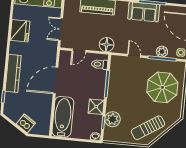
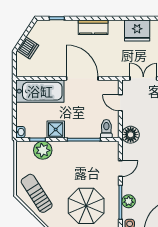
kitchen counter: (13, 73) -> (93, 27), width x0.67

